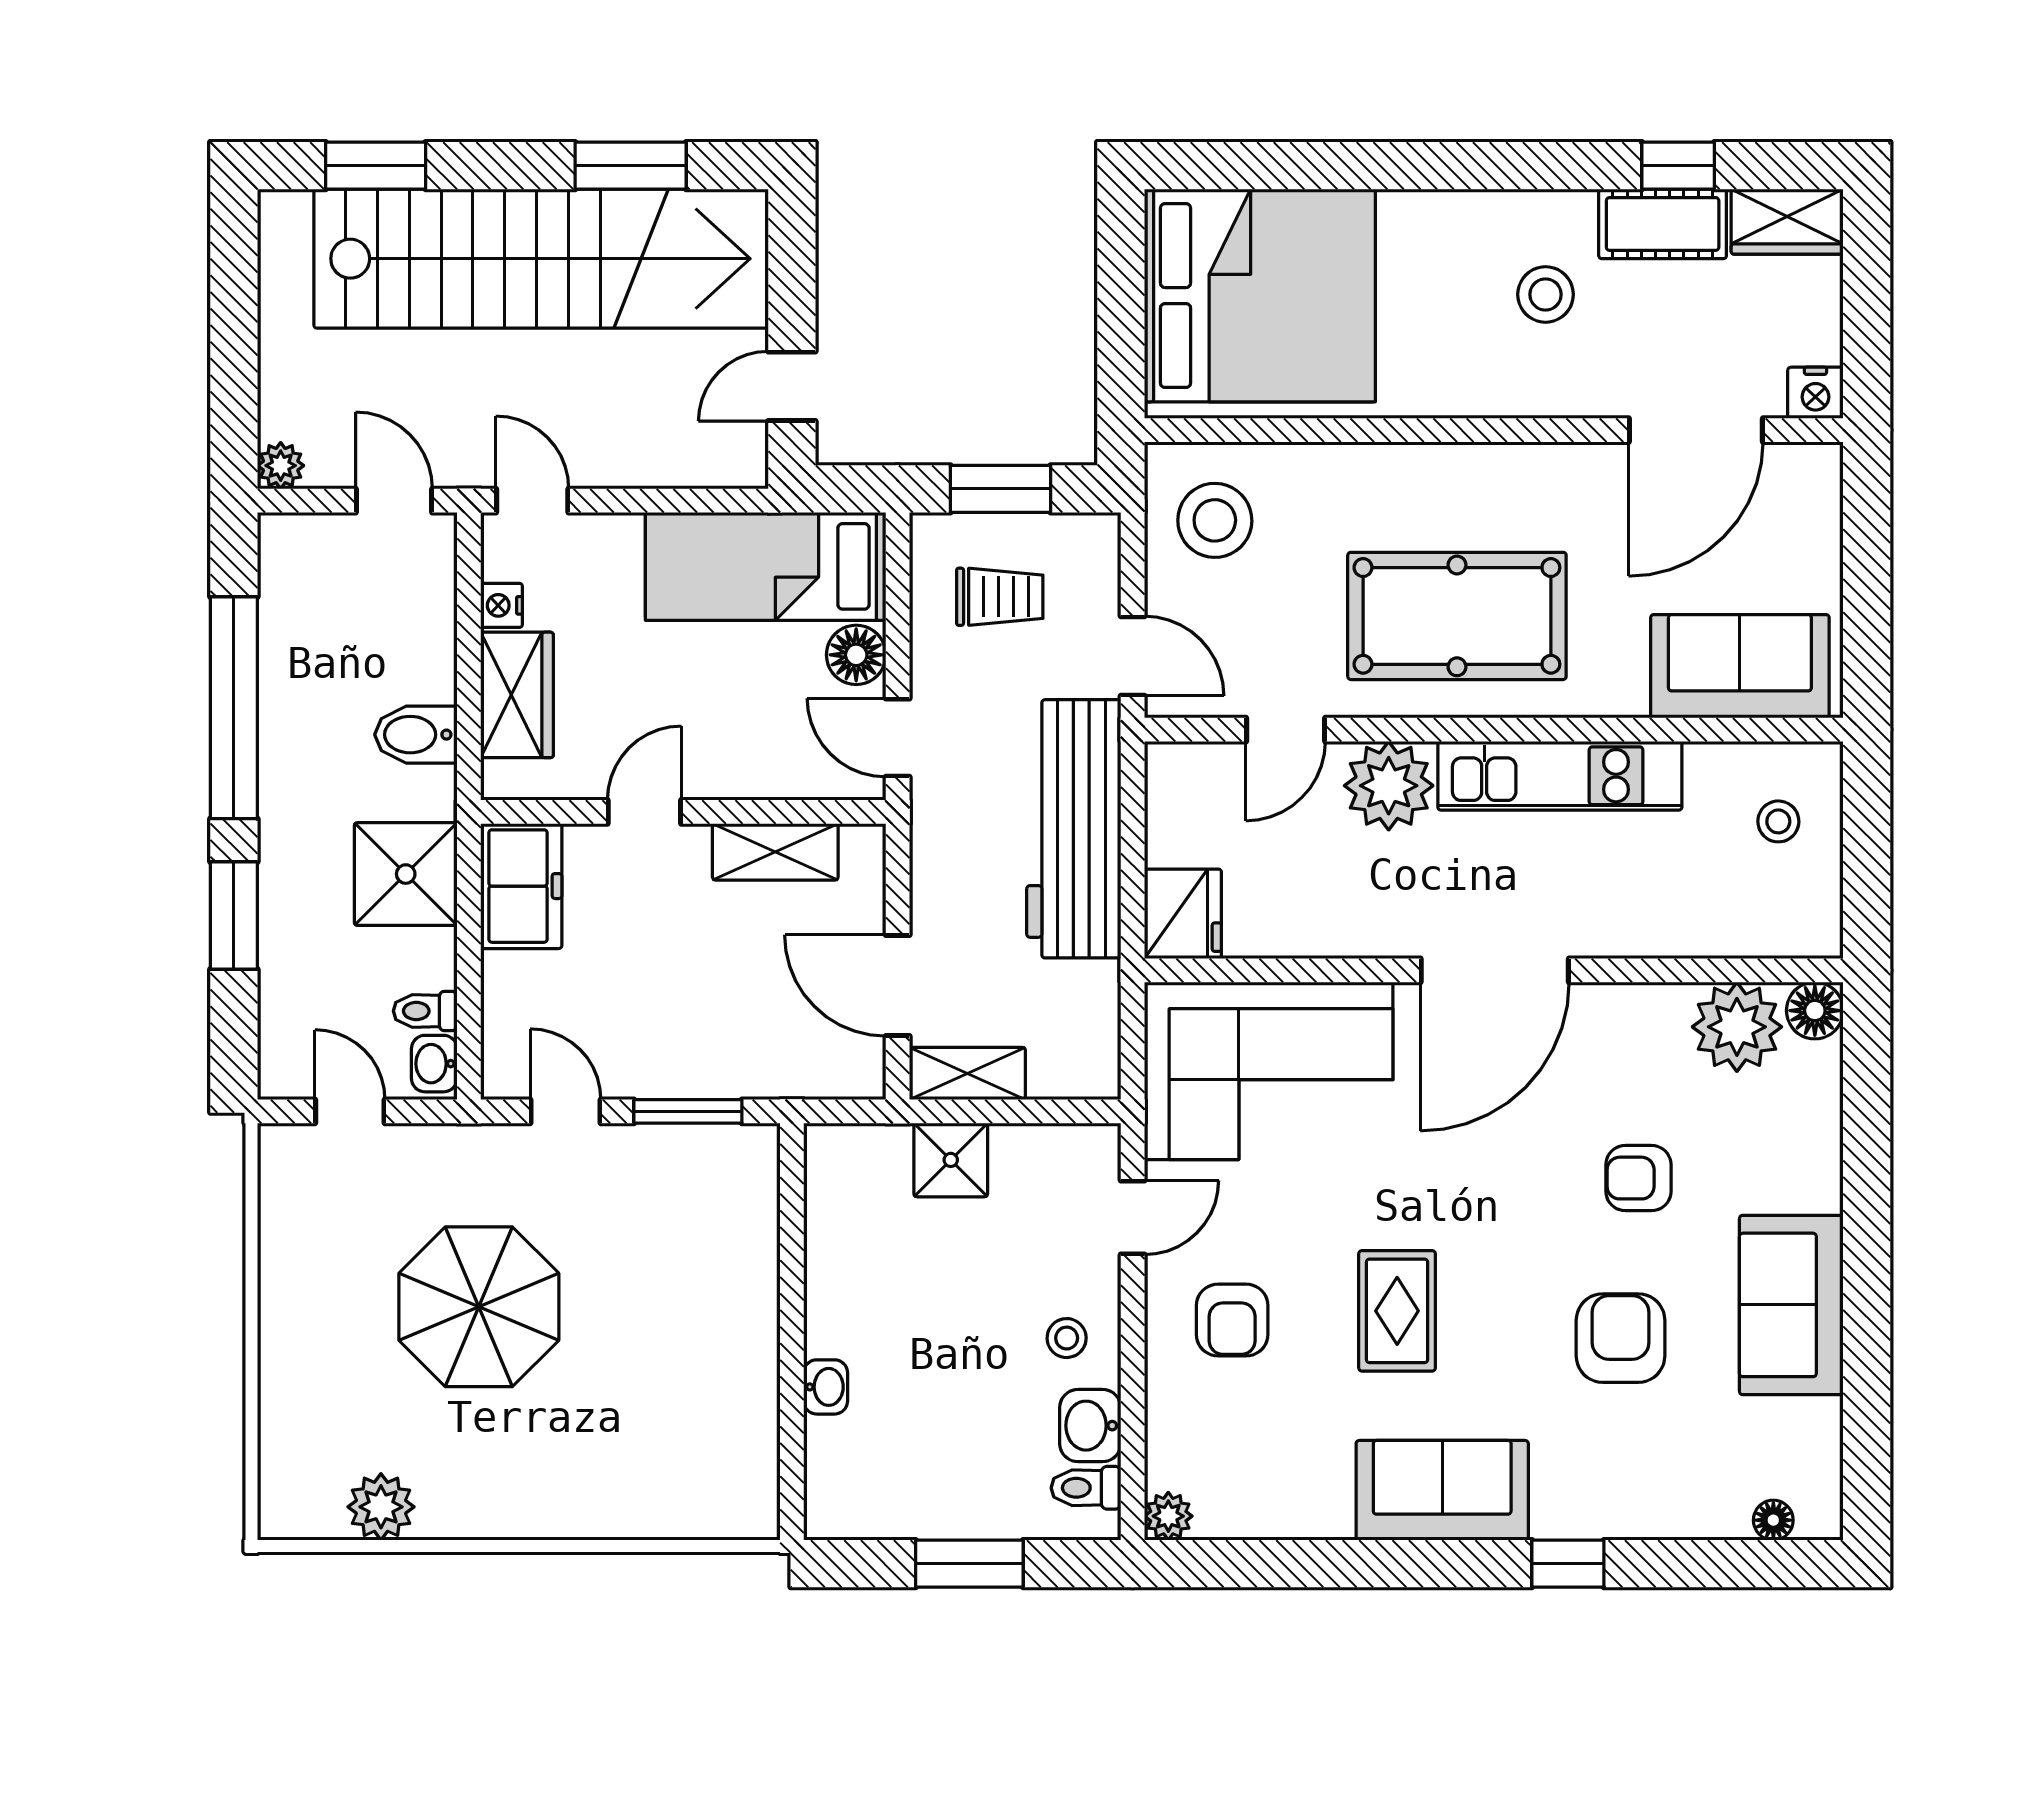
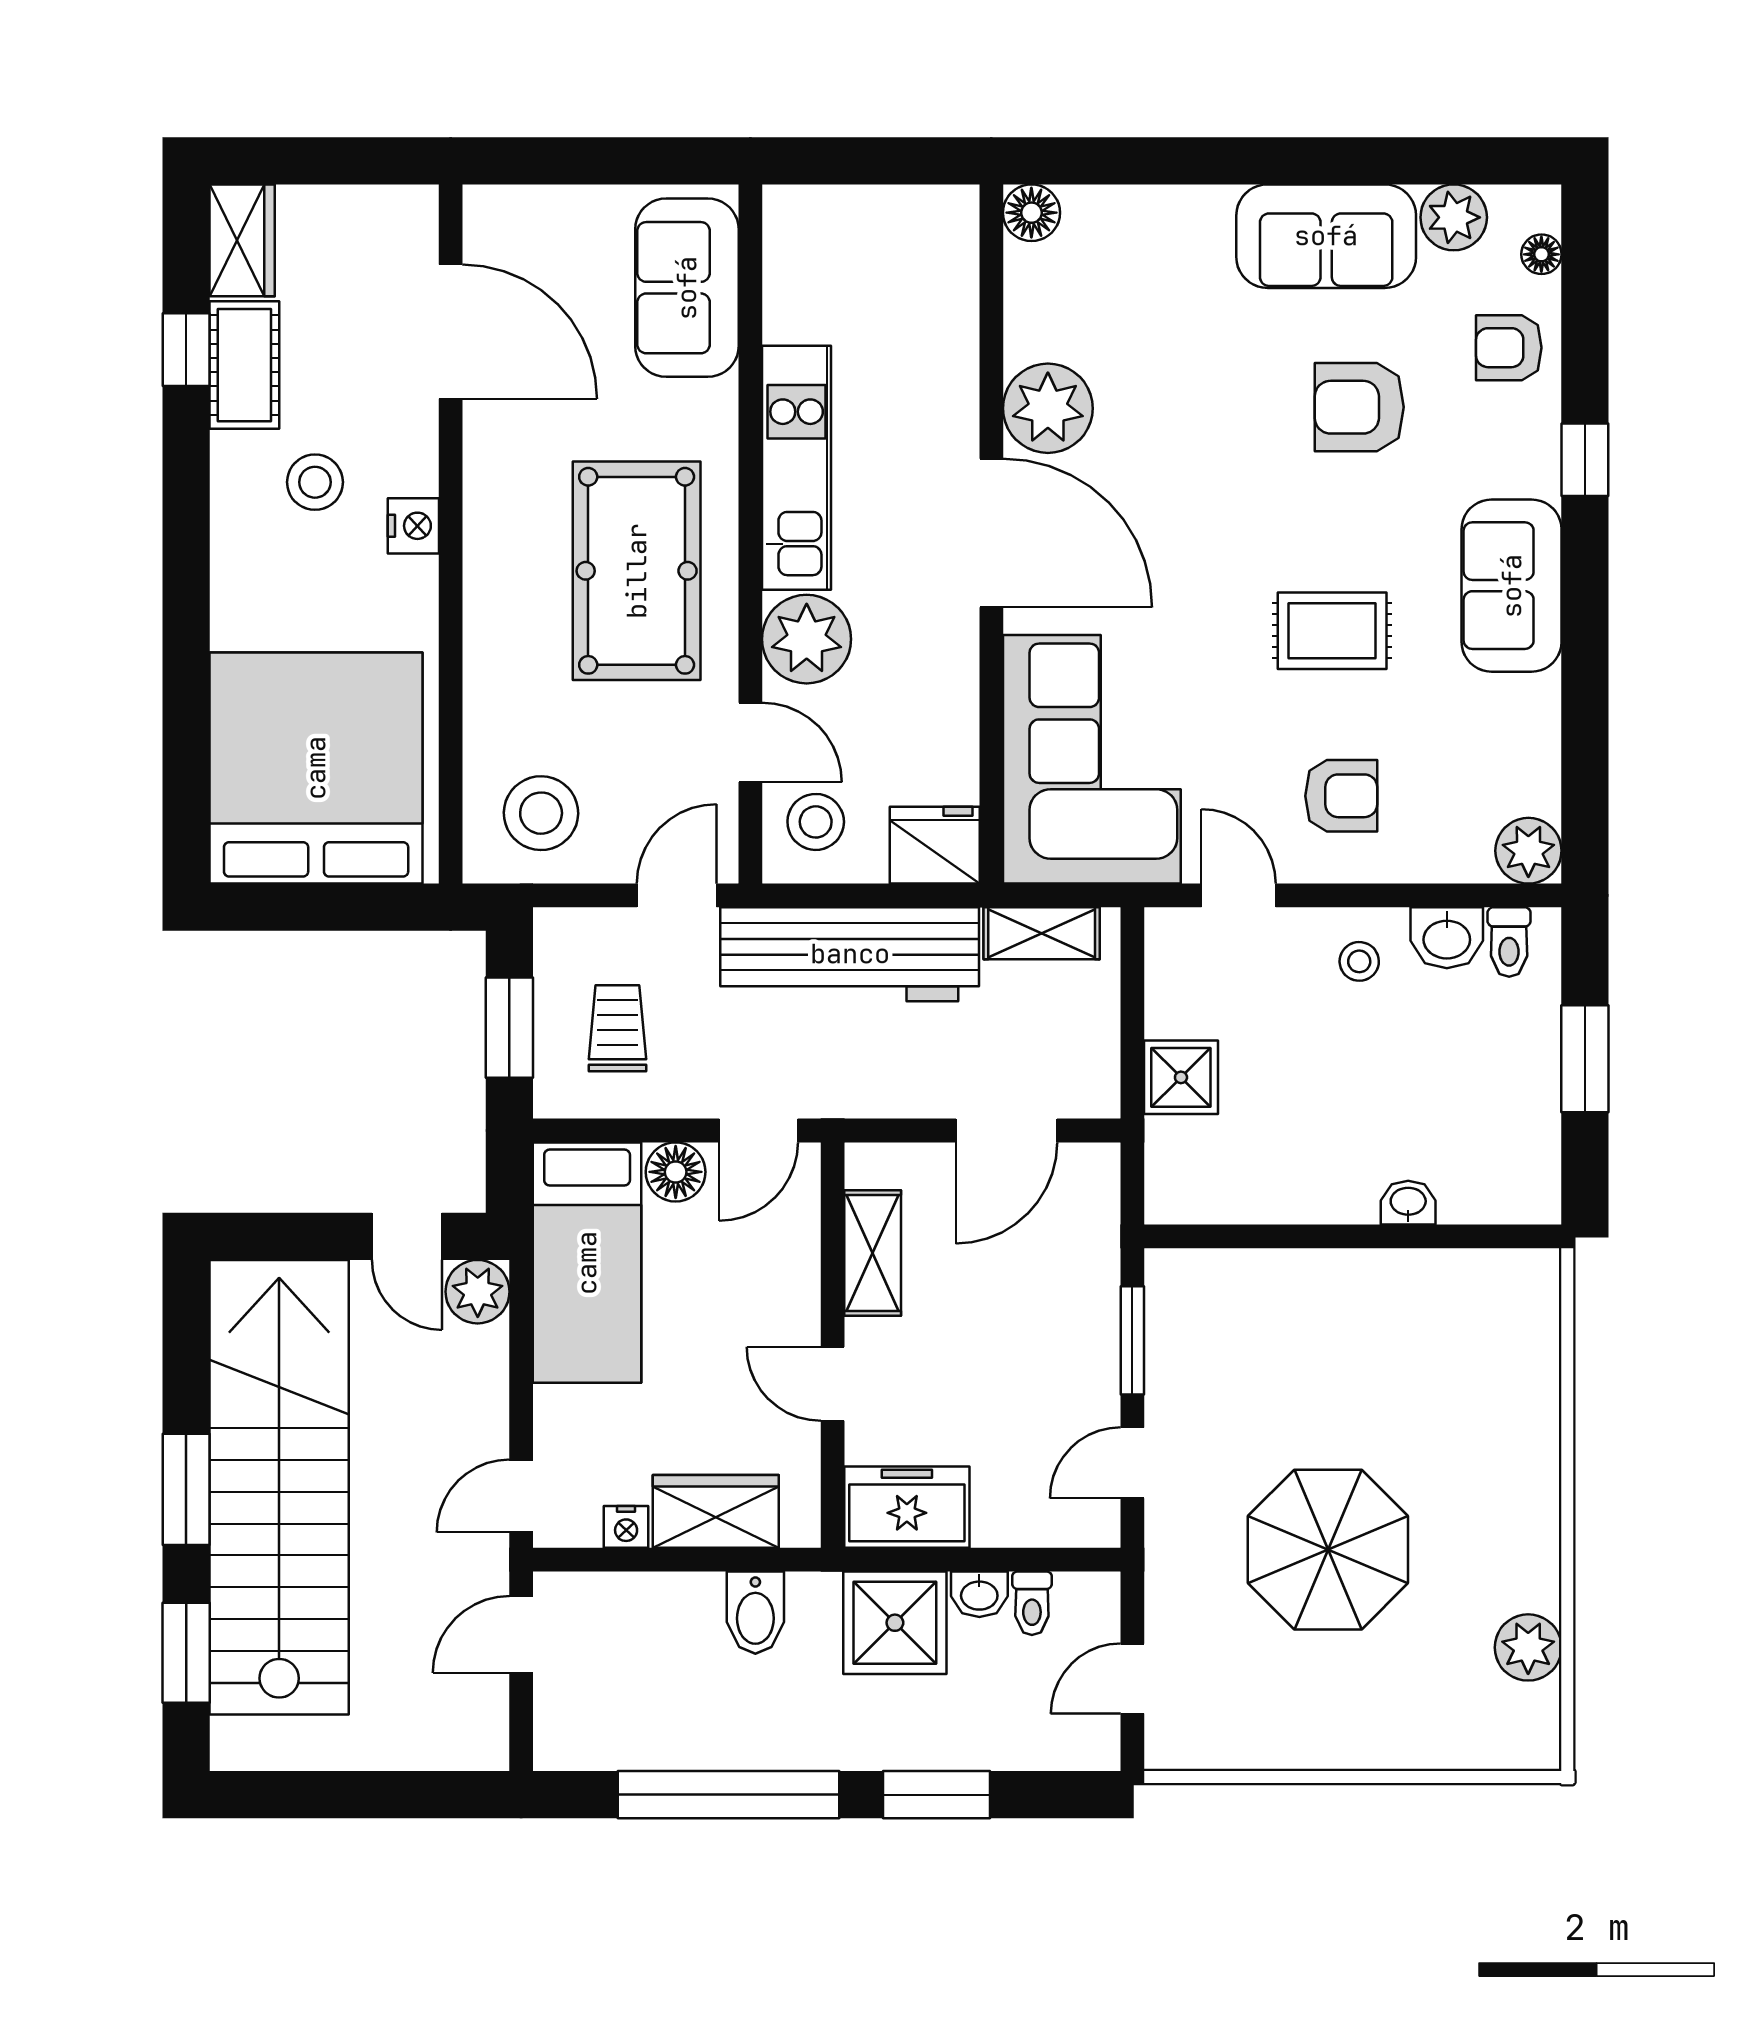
window: (631, 166) -> (186, 1489), moved
nightstand: (1815, 393) -> (413, 526), moved
plant: (281, 466) -> (478, 1292), moved, width x1.38, depth x1.38
stool: (1778, 821) -> (816, 822), moved, width x1.37, depth x1.37
plant: (1737, 1027) -> (1048, 408), moved
washbasin: (434, 1064) -> (979, 1594), moved
shelving: (967, 1073) -> (1042, 933), moved, turned 90
armchair: (1638, 1178) -> (1509, 348), moved, turned 90
plant: (1810, 1432) -> (1454, 217), added
plant: (1168, 1516) -> (1528, 851), width x1.38, depth x1.38

